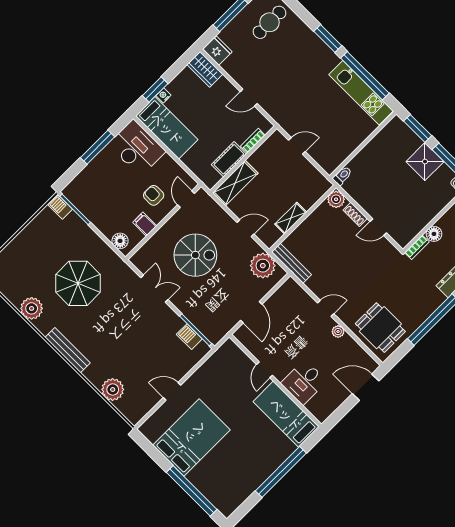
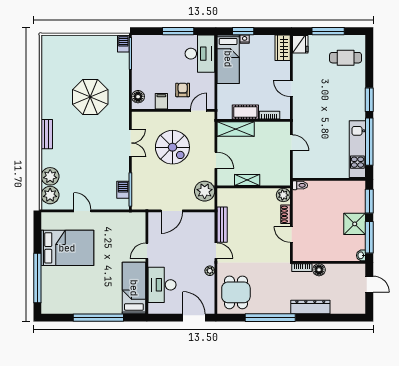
bench: (292, 263) -> (222, 225), moved
plant: (32, 308) -> (50, 195), moved
bench: (68, 350) -> (47, 134), width x0.73
desk: (304, 382) -> (162, 285), width x1.37

